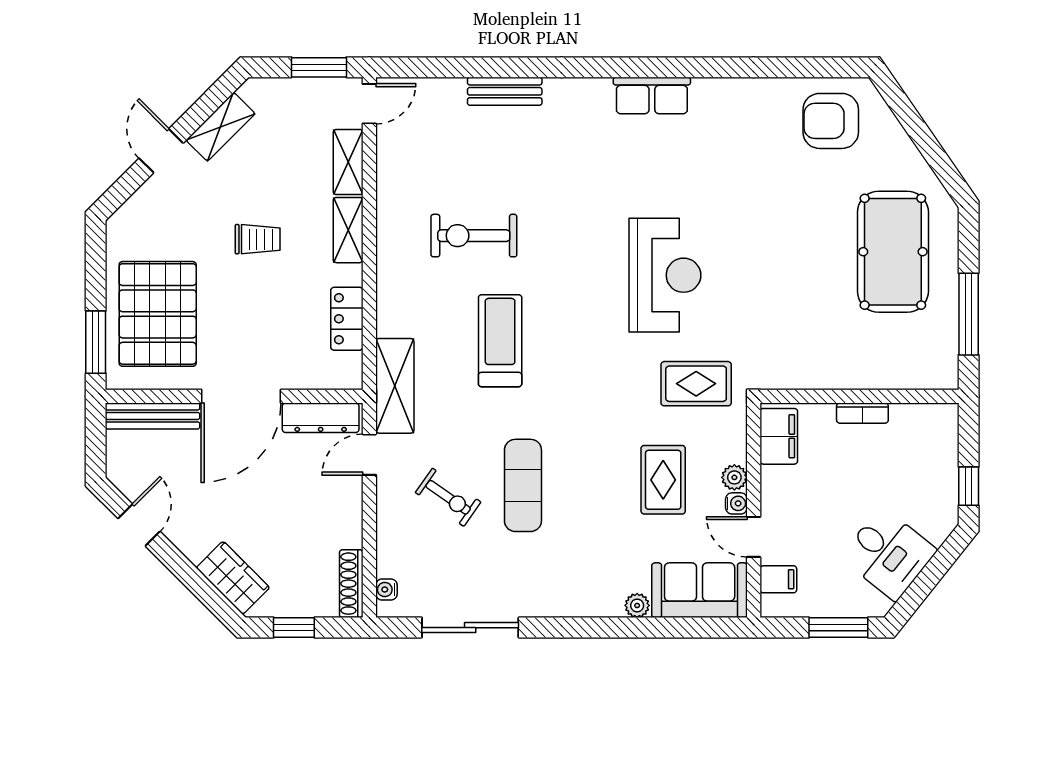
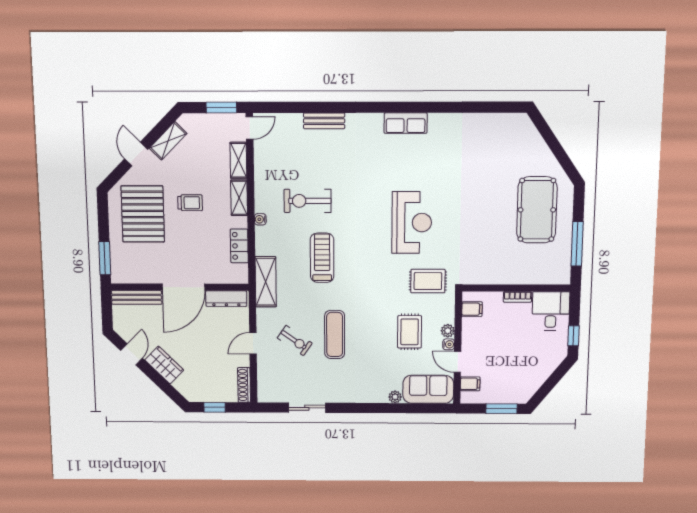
armchair: (831, 121) -> (505, 137), removed
pallet: (158, 314) -> (143, 214), moved
filing cabinet: (779, 436) -> (472, 309), width x0.50
door: (369, 455) -> (253, 343), moved
desk: (888, 554) -> (551, 311), moved, turned -129
wardrobe: (233, 578) -> (164, 365), moved
water cooler: (386, 590) -> (260, 219), moved
sliding door: (470, 628) -> (307, 408), width x0.73

